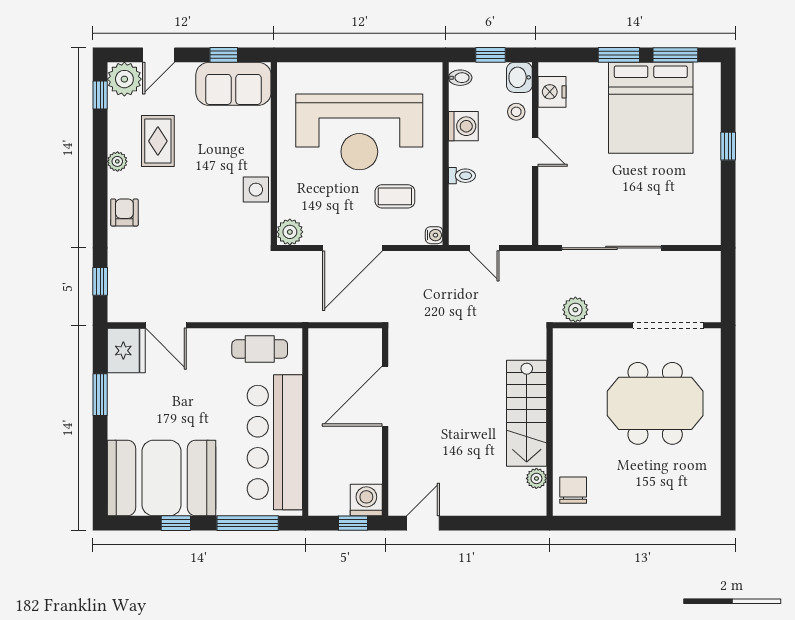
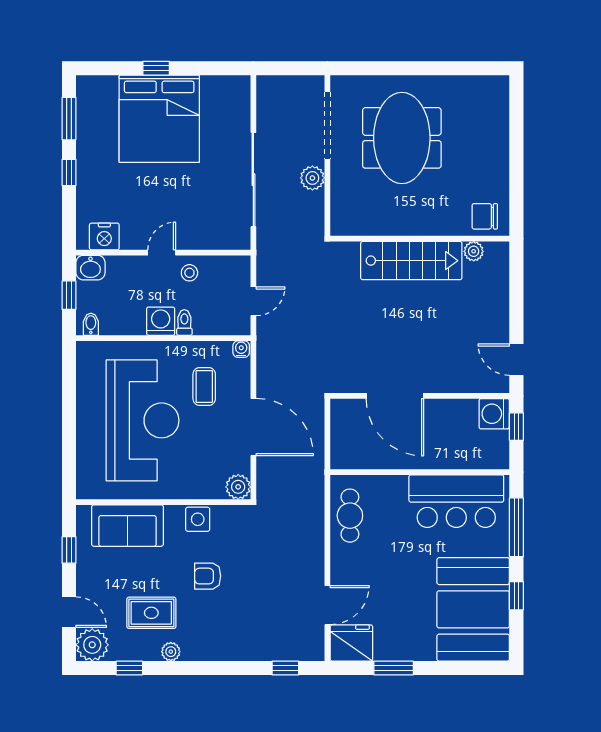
window: (619, 55) -> (69, 173), width x0.67
sofa: (233, 84) -> (128, 526), moved, turned 90
window: (100, 95) -> (129, 668), moved
bed: (651, 108) -> (159, 119), moved, turned 90
stool: (516, 112) -> (189, 273), moved
washing machine: (463, 126) -> (161, 321), moved
armchair: (124, 213) -> (208, 576), moved
plant: (575, 310) -> (312, 178), moved
bar counter: (275, 442) -> (456, 501), width x0.73

